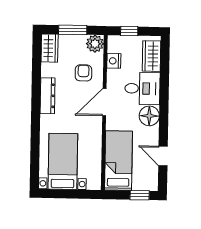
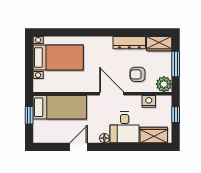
armchair: (83, 73) -> (137, 74), turned 180
dresser: (48, 96) -> (129, 43), moved
floor lamp: (149, 116) -> (104, 138), width x0.53, depth x0.53
door: (163, 156) -> (79, 147), moved
window: (140, 195) -> (29, 115), moved

